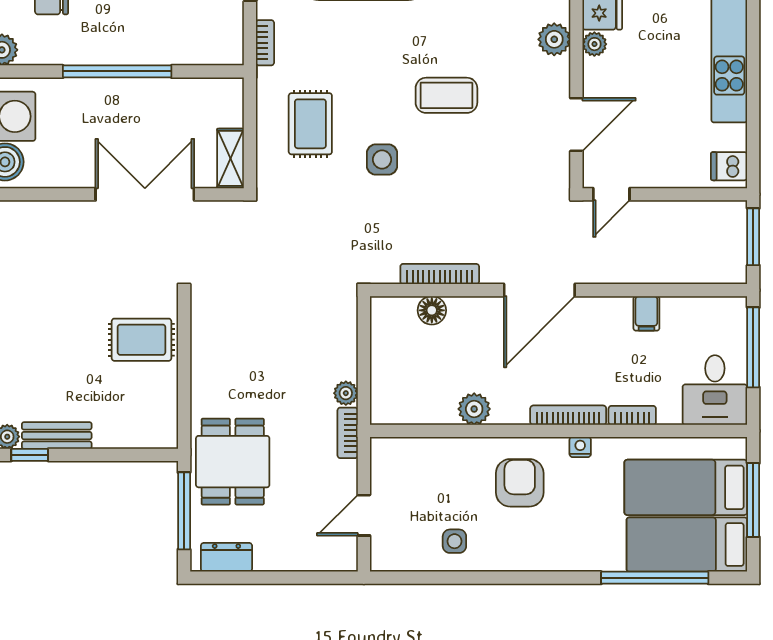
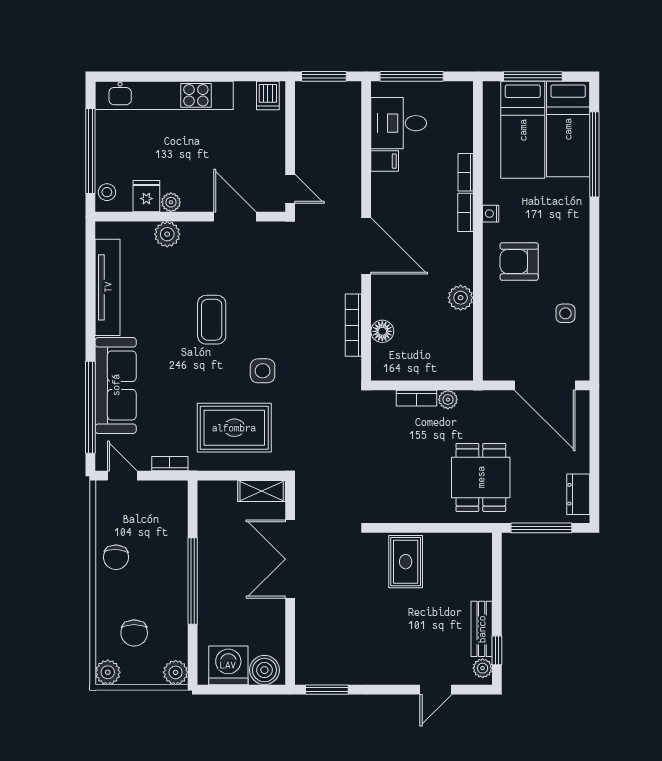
rug: (310, 124) -> (234, 428), width x1.36, depth x1.43
desk: (715, 390) -> (399, 123), moved, turned 180
bookcase: (568, 415) -> (465, 212), width x0.64
bookcase: (348, 433) -> (416, 398), moved
dining table: (233, 462) -> (481, 477), moved, turned 90
door: (364, 515) -> (545, 385), width x1.88

